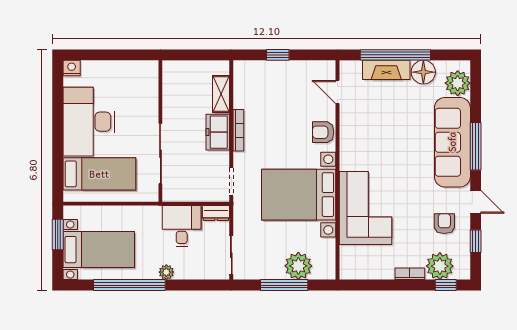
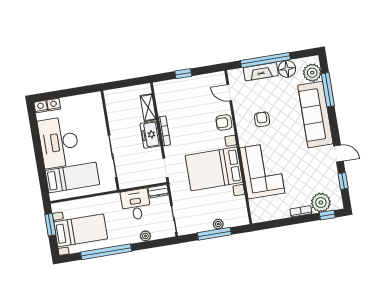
nightstand: (90, 68) -> (54, 105), added
window: (476, 146) -> (328, 90), moved
armchair: (444, 224) -> (262, 119), moved
plant: (298, 266) -> (218, 224), width x0.53, depth x0.53
plant: (166, 272) -> (145, 236), moved

